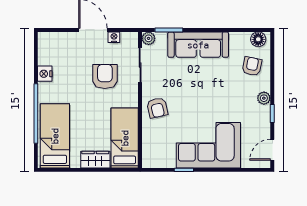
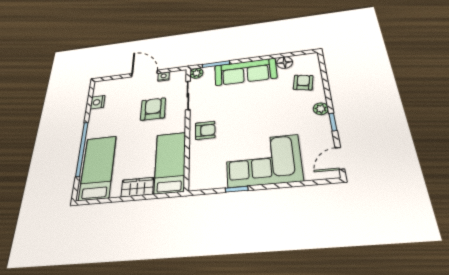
floor lamp: (258, 39) -> (285, 63), moved
nightstand: (45, 74) -> (98, 102), moved
armchair: (157, 108) -> (205, 130), turned -77

